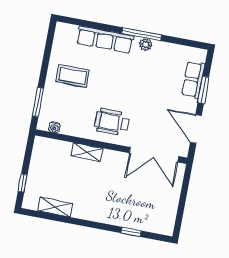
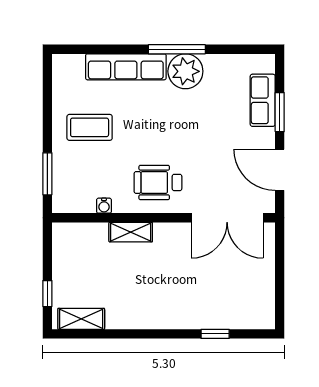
plant: (146, 45) -> (185, 71), width x1.88, depth x1.88
water cooler: (54, 127) -> (104, 206), moved
shelving: (55, 207) -> (81, 319), moved

